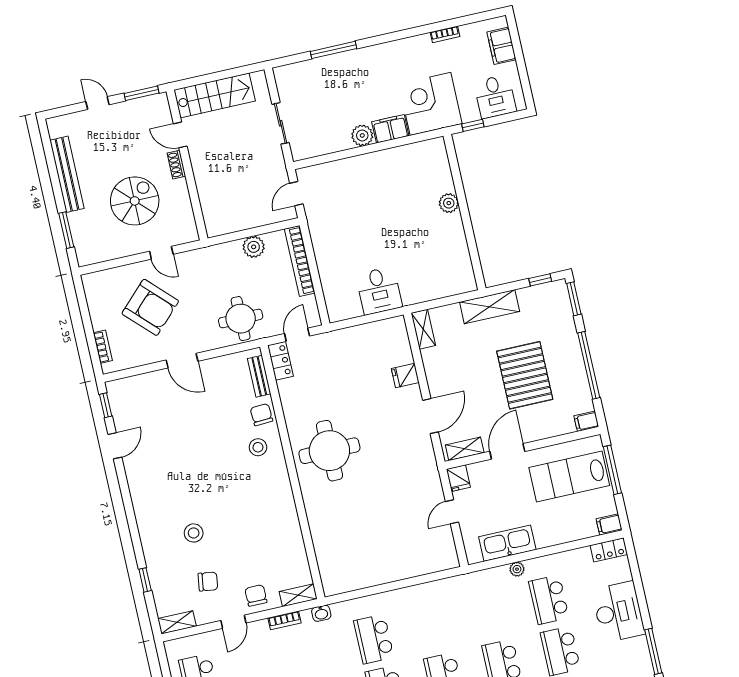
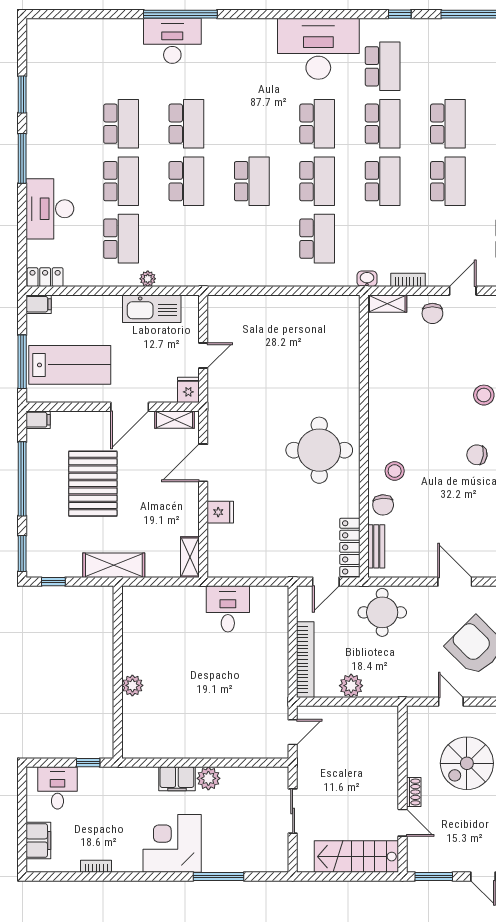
corner desk: (430, 104) -> (172, 843), moved, turned 180
locker: (281, 361) -> (350, 547), width x1.53
chair: (208, 582) -> (477, 455), moved

